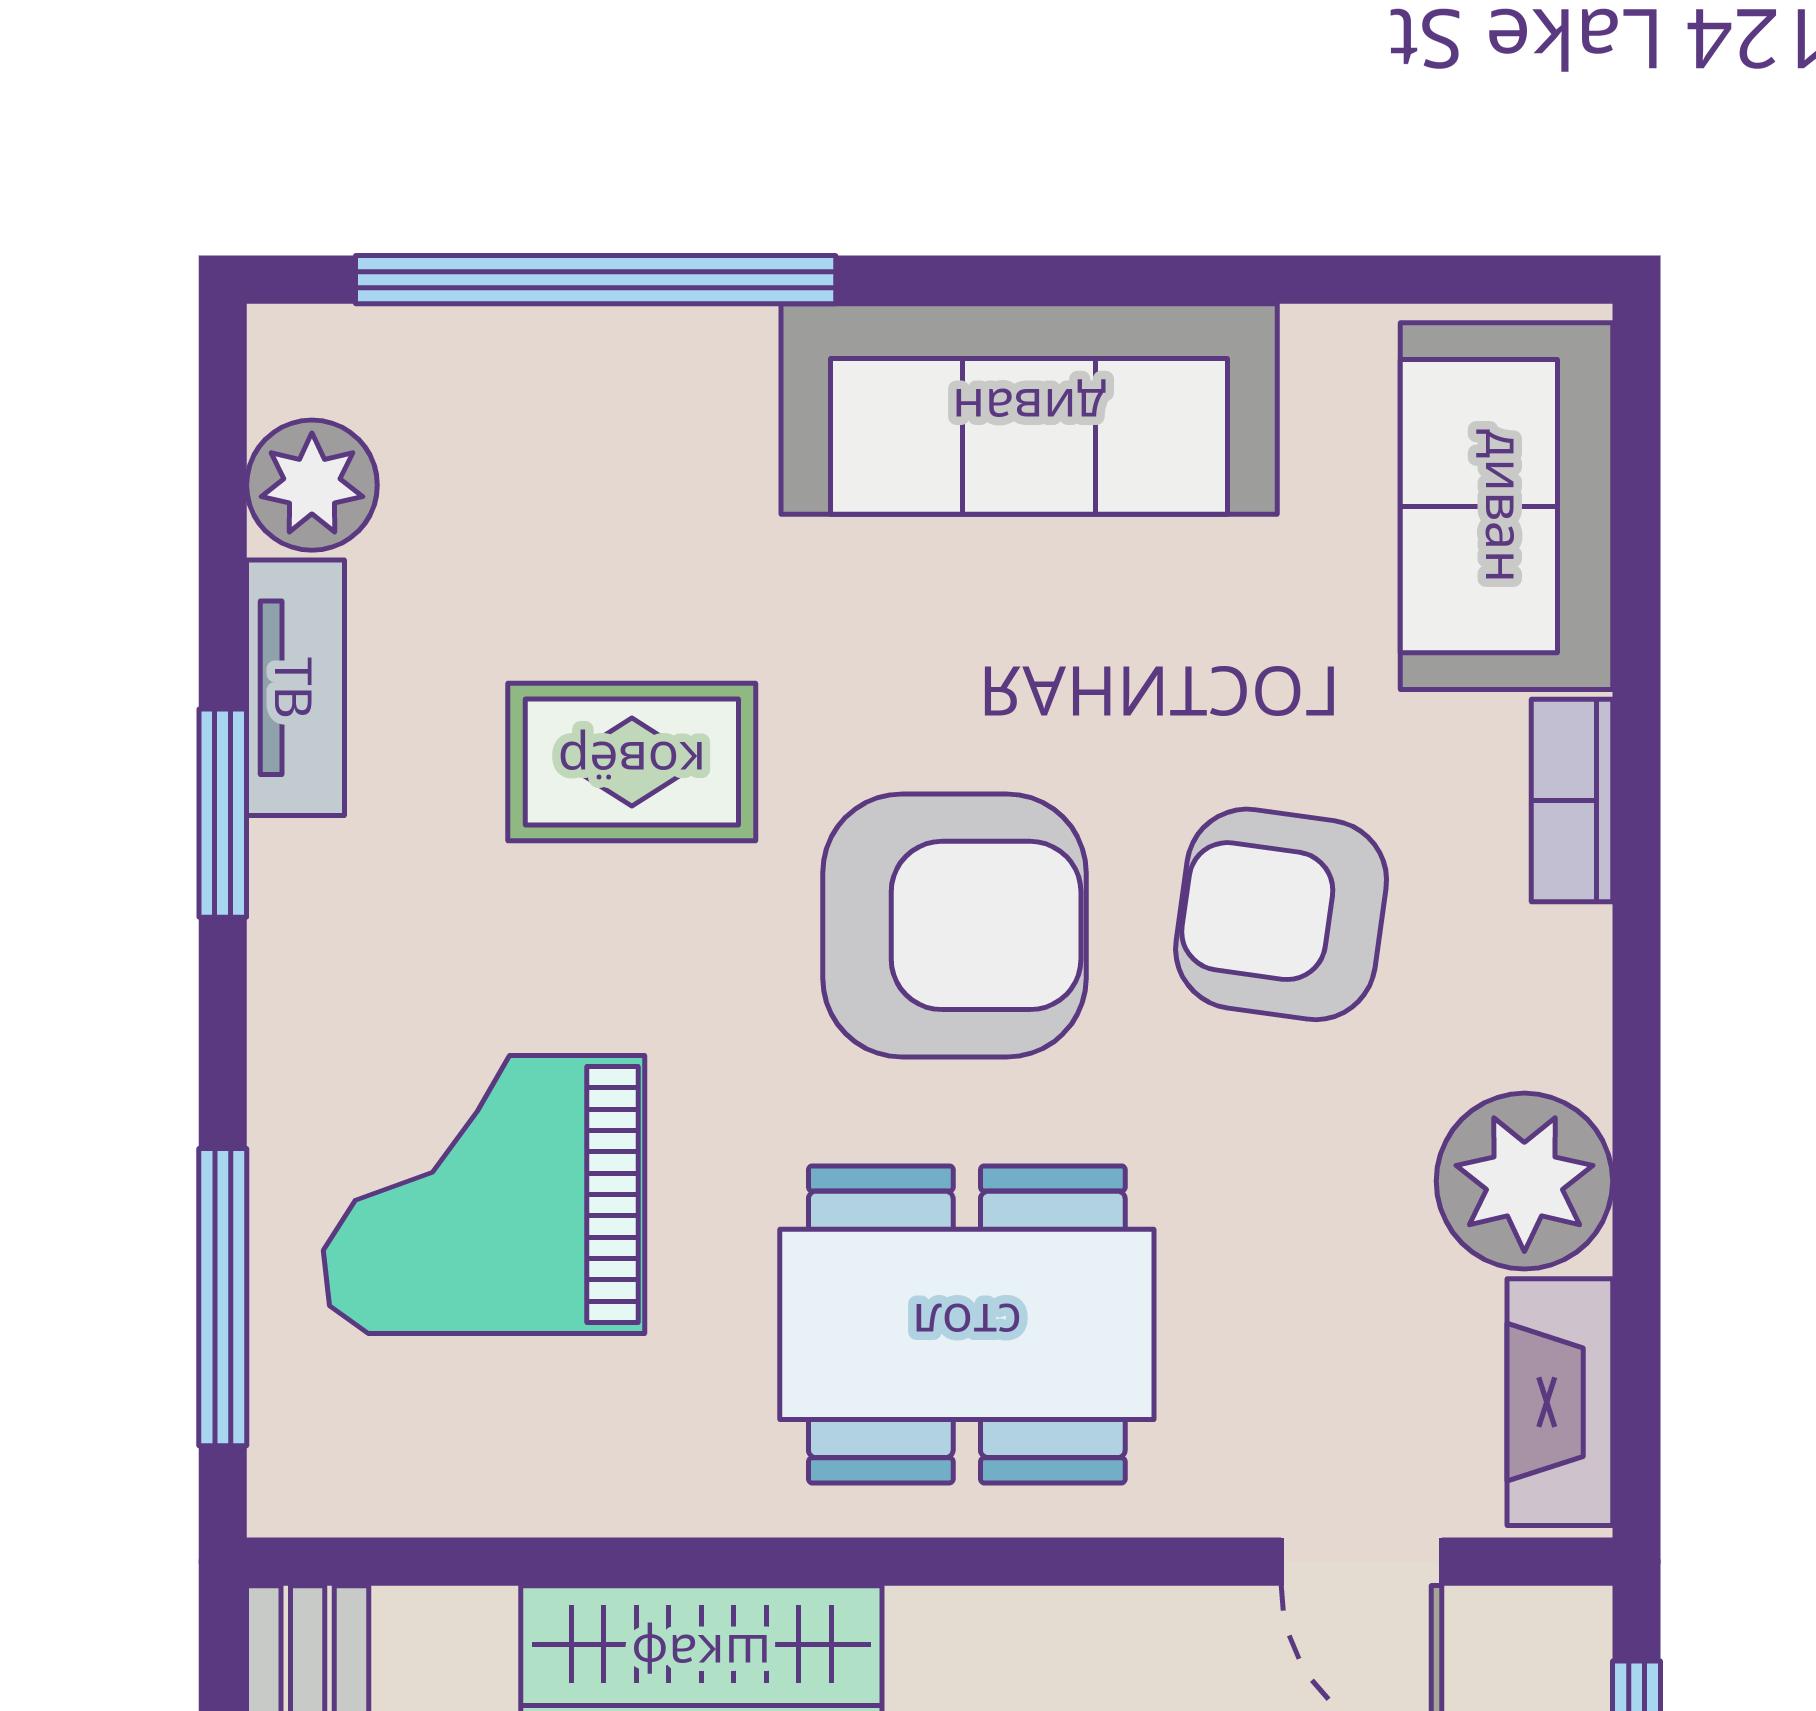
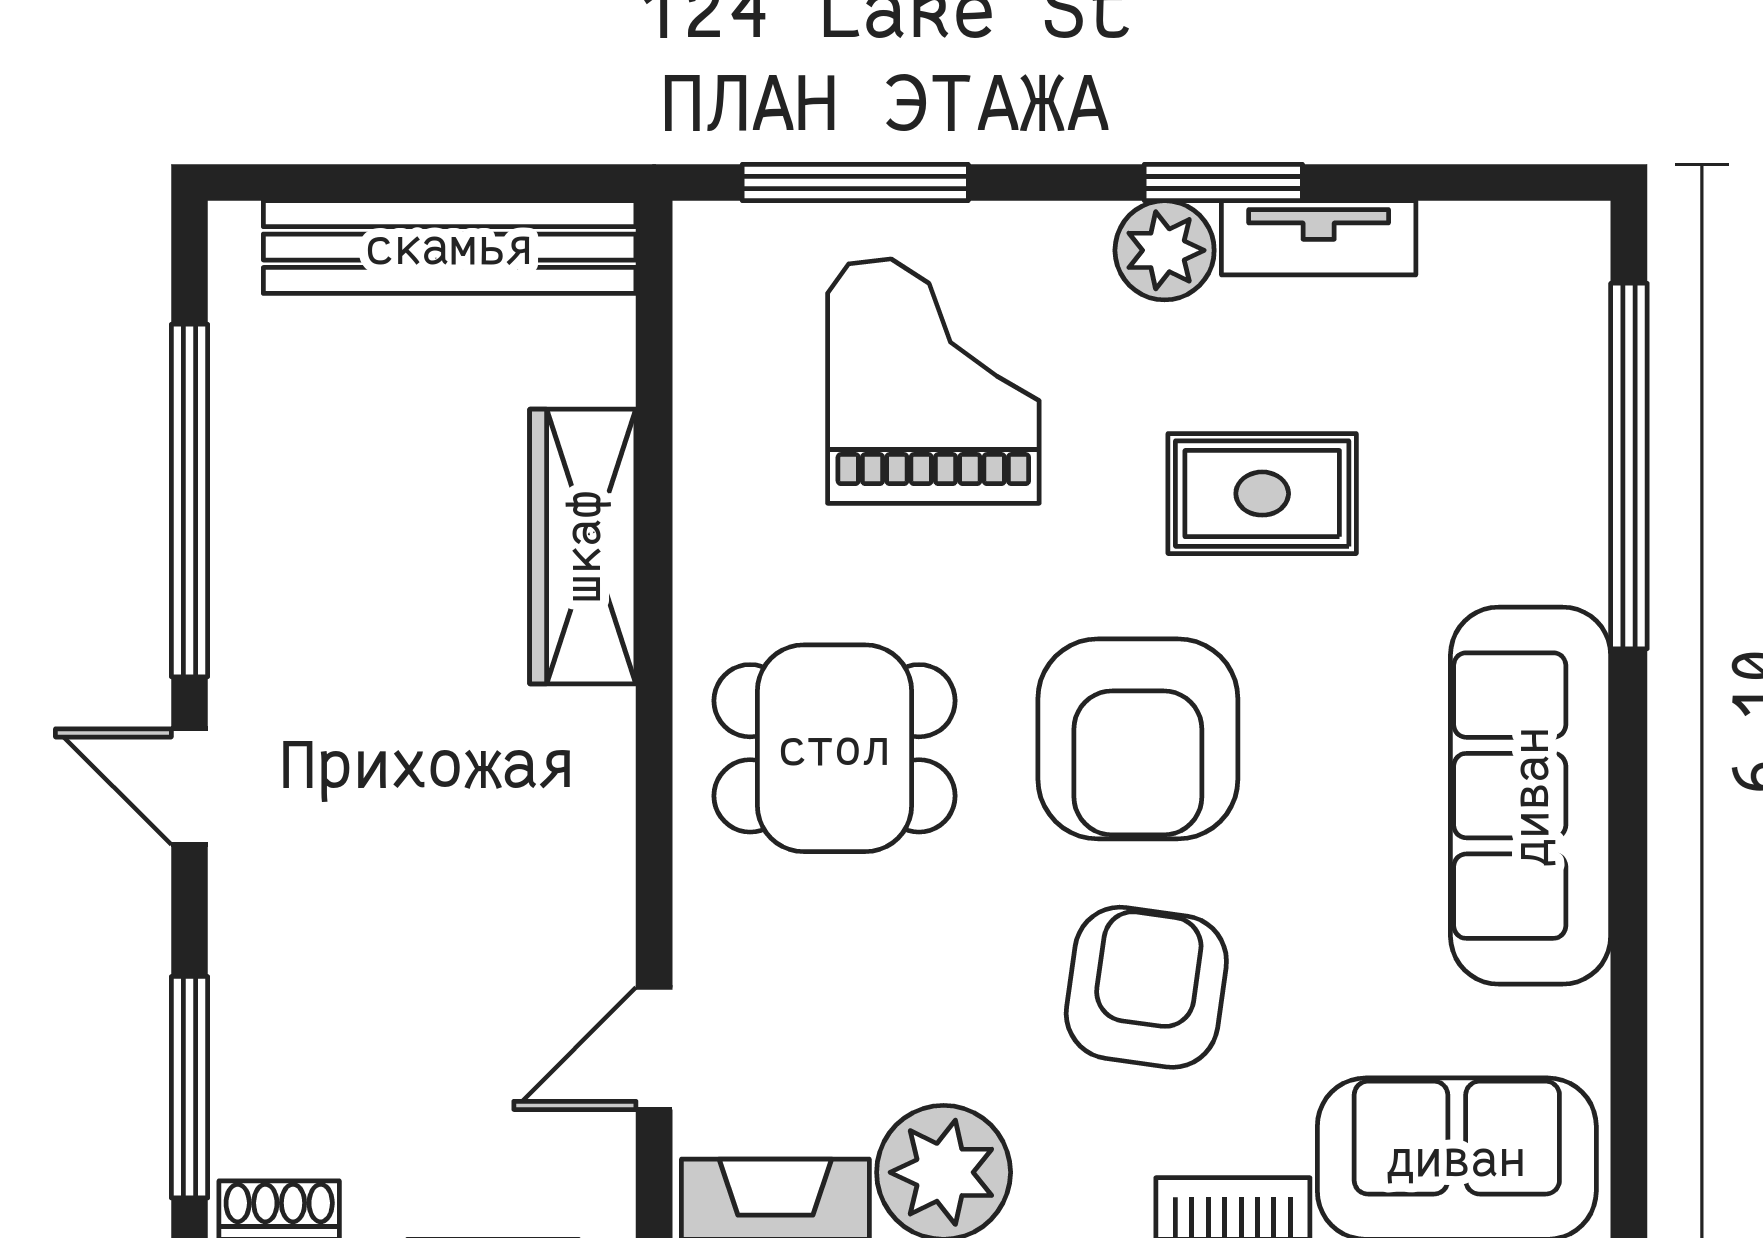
plant: (312, 485) -> (1165, 250), moved
rug: (632, 762) -> (1262, 494), turned 90
dining table: (967, 1324) -> (835, 748), width x0.73

